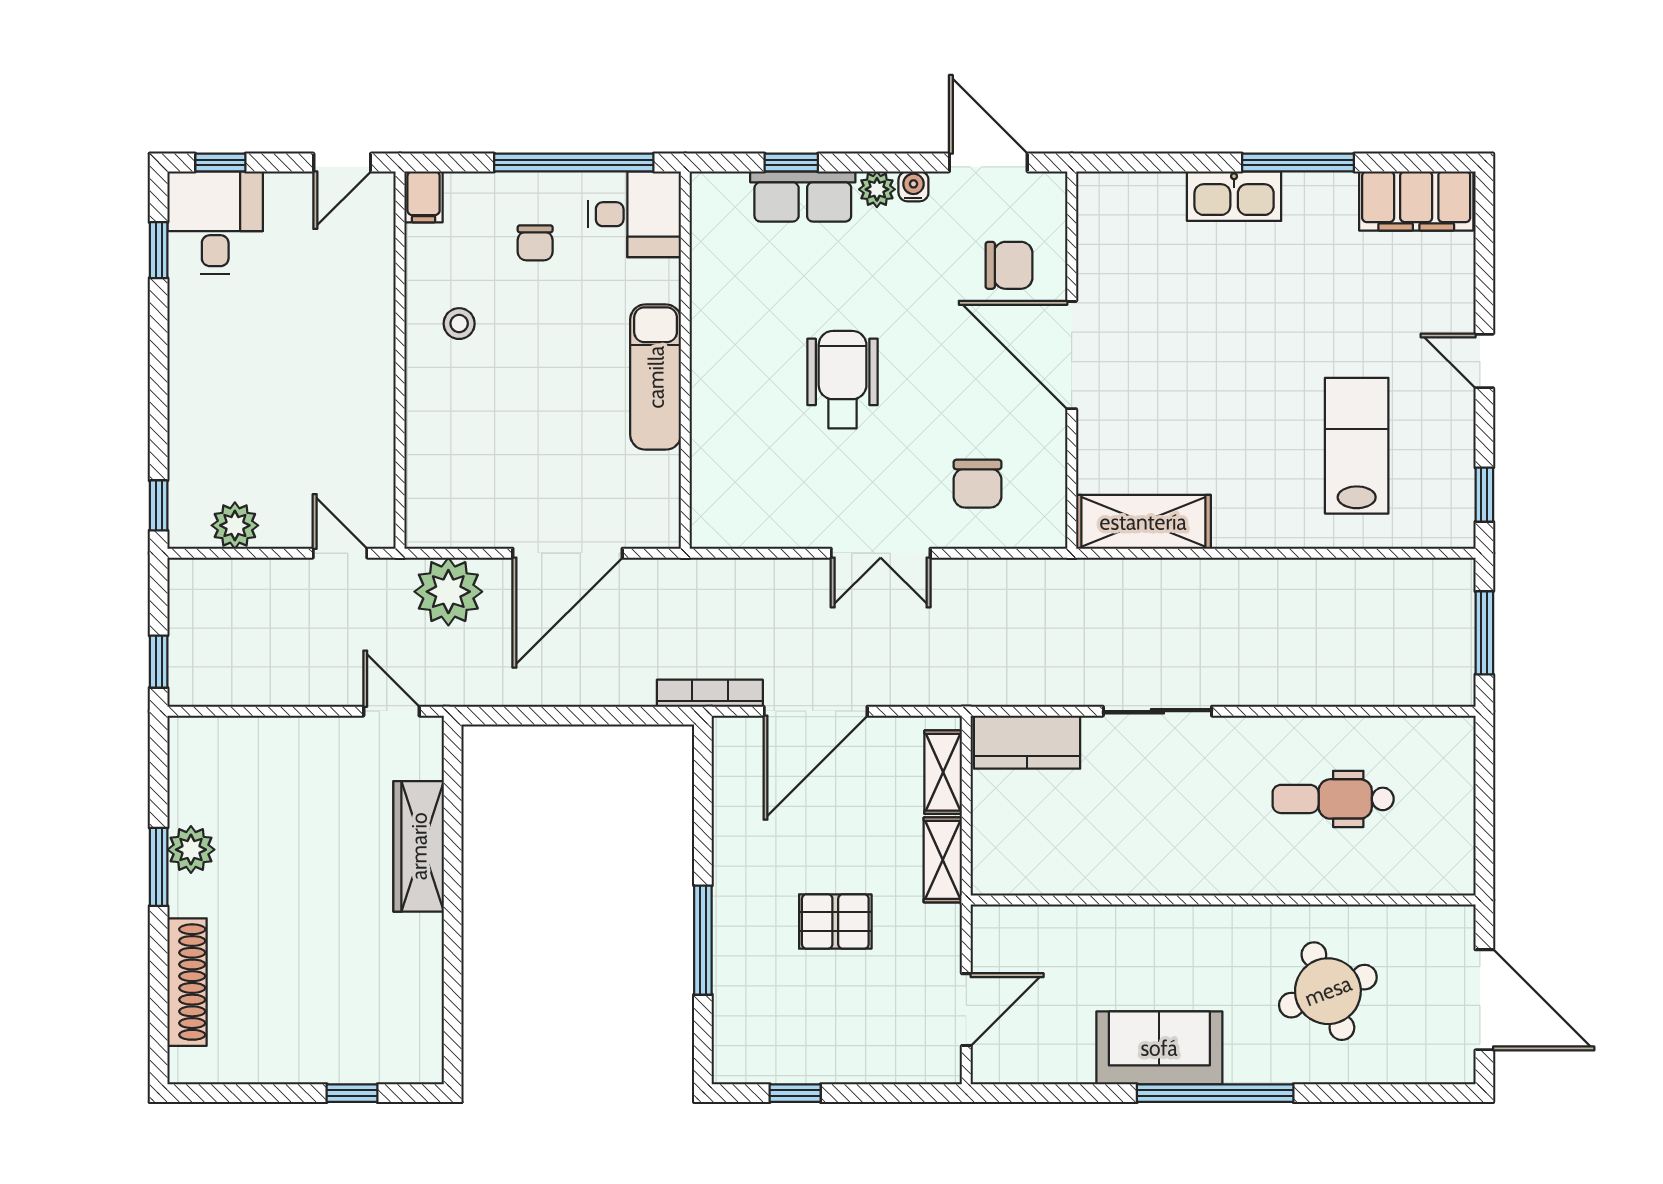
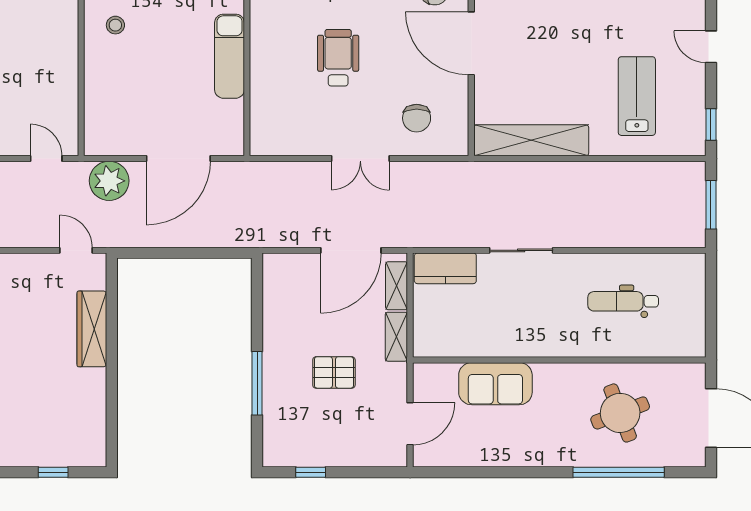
shelving: (1143, 522) -> (531, 140), width x1.47
bookcase: (710, 693) -> (261, 240), removed
door: (816, 711) -> (351, 250), moved
sofa: (1159, 1048) -> (495, 384), moved, turned 180
window: (1215, 1093) -> (619, 472), moved

